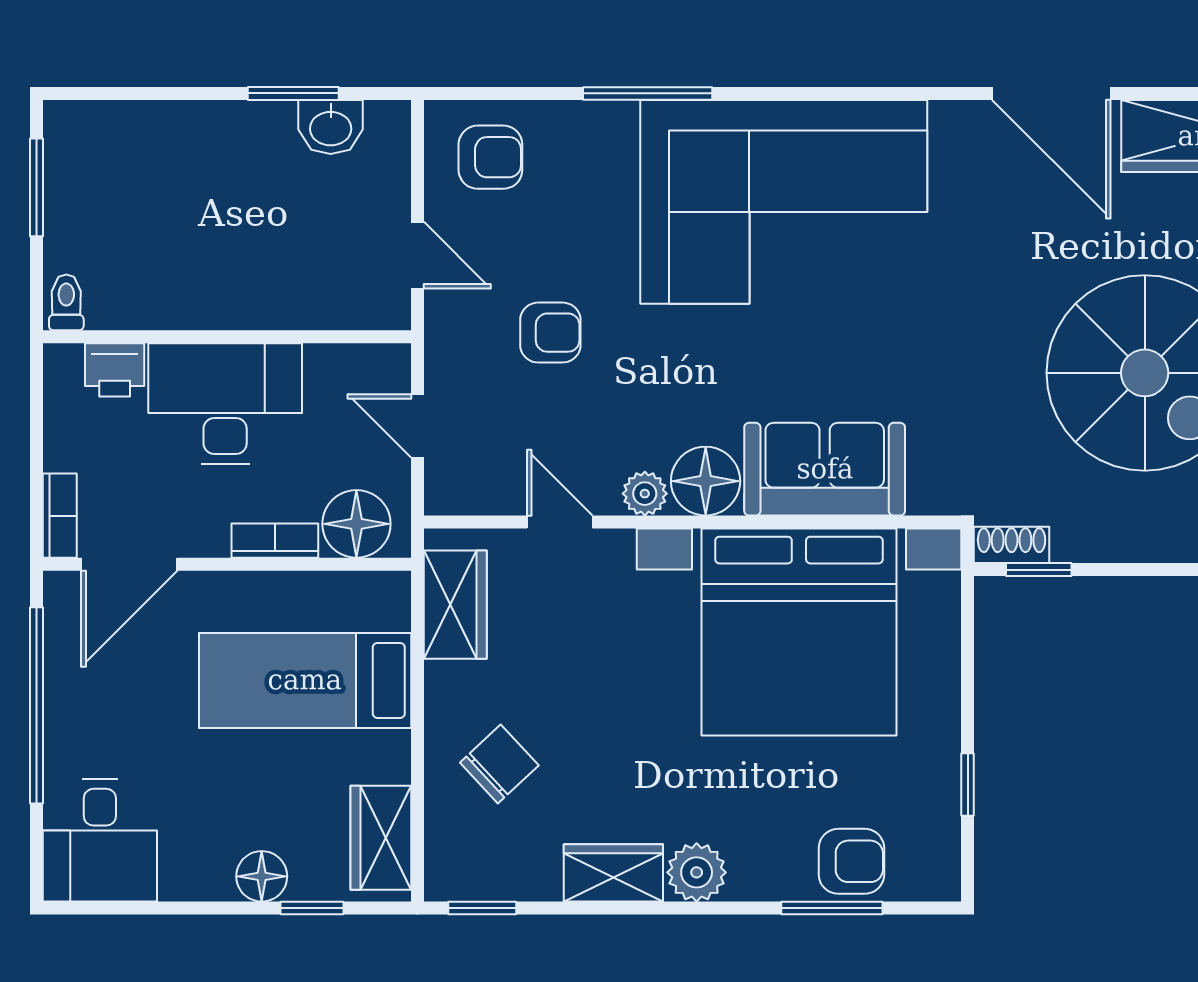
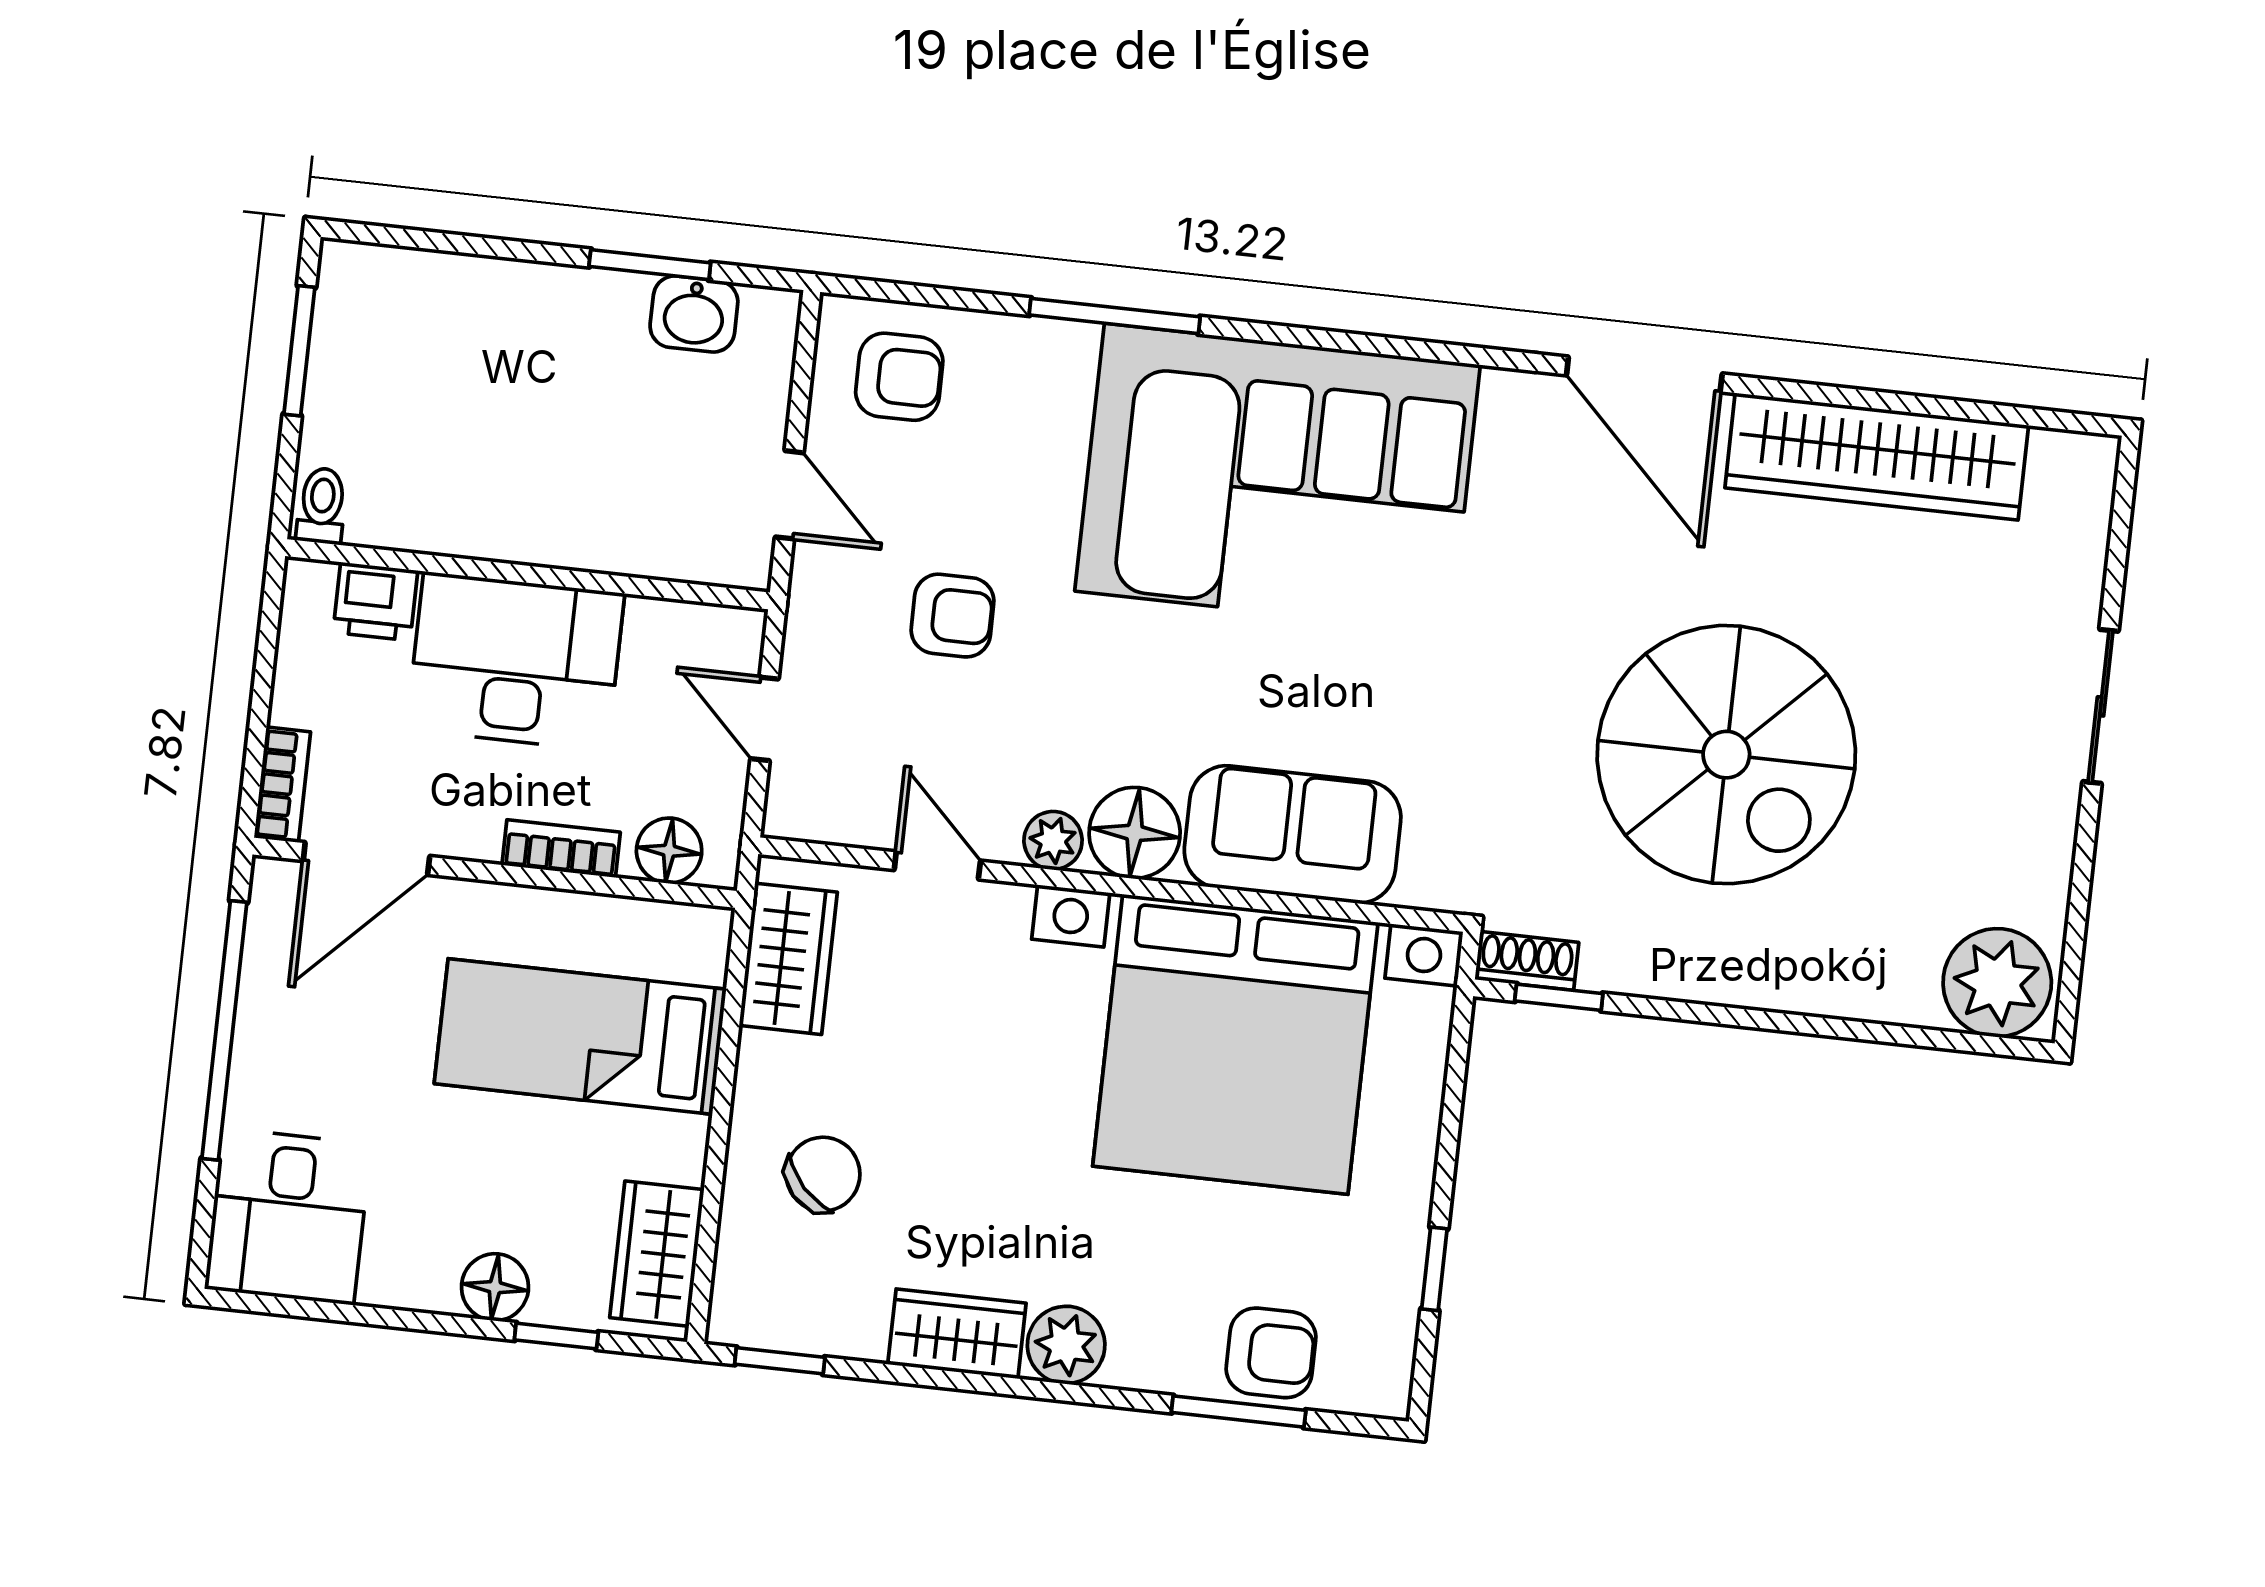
floor lamp: (356, 524) -> (669, 851), width x0.73, depth x0.73

